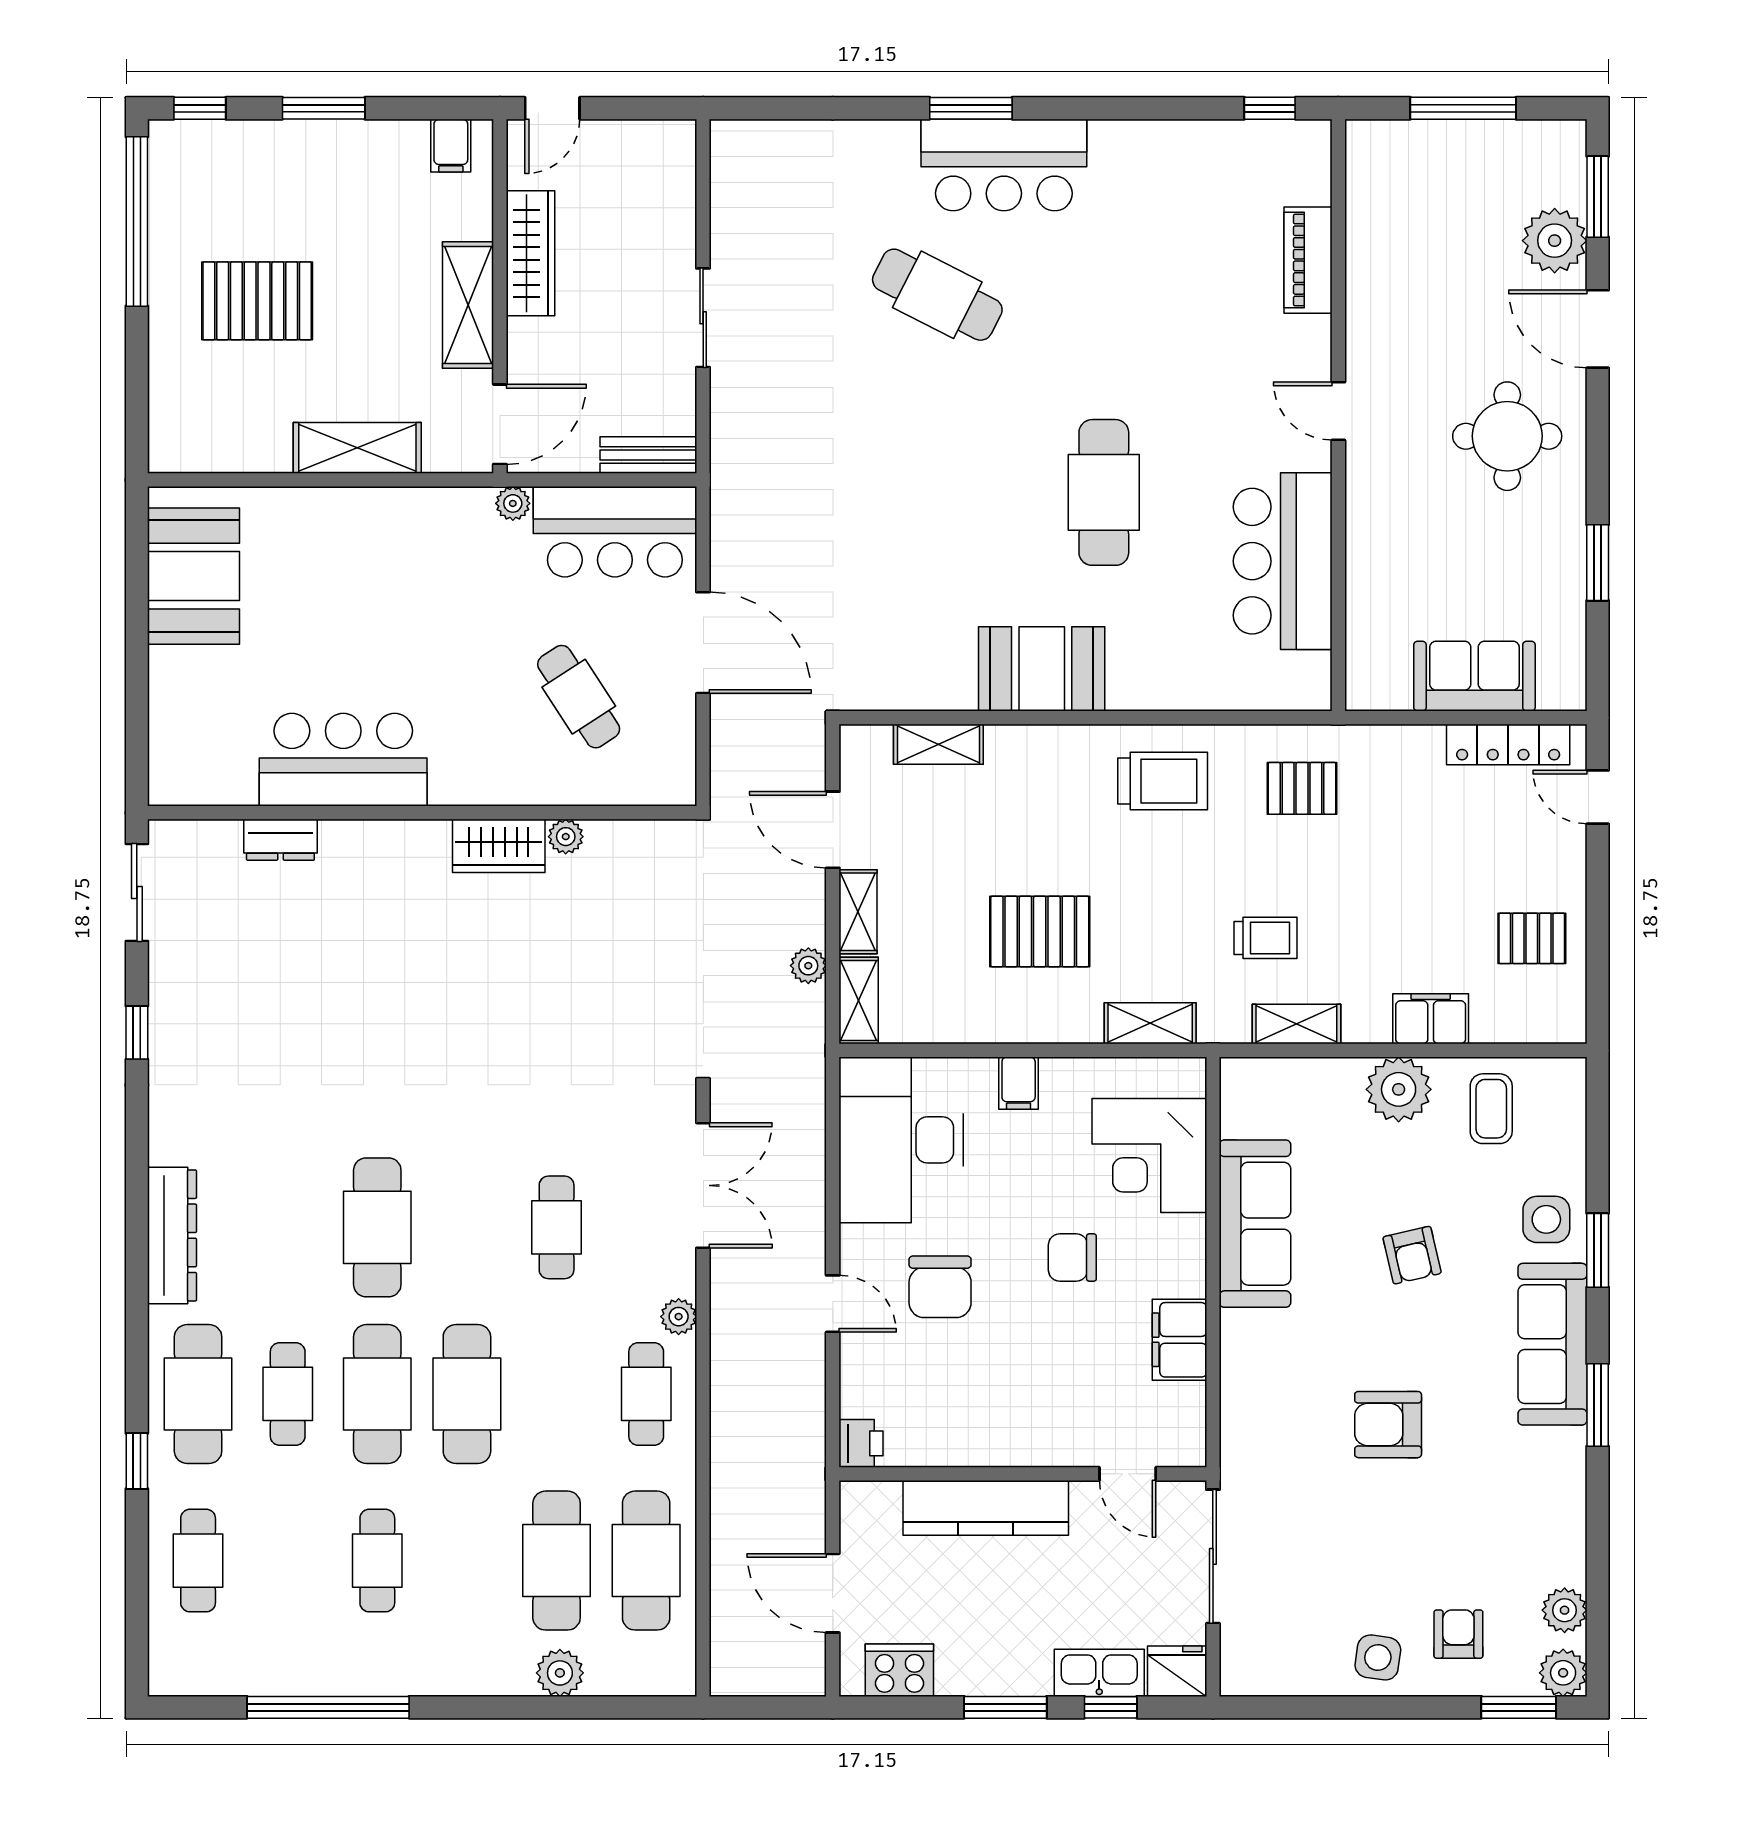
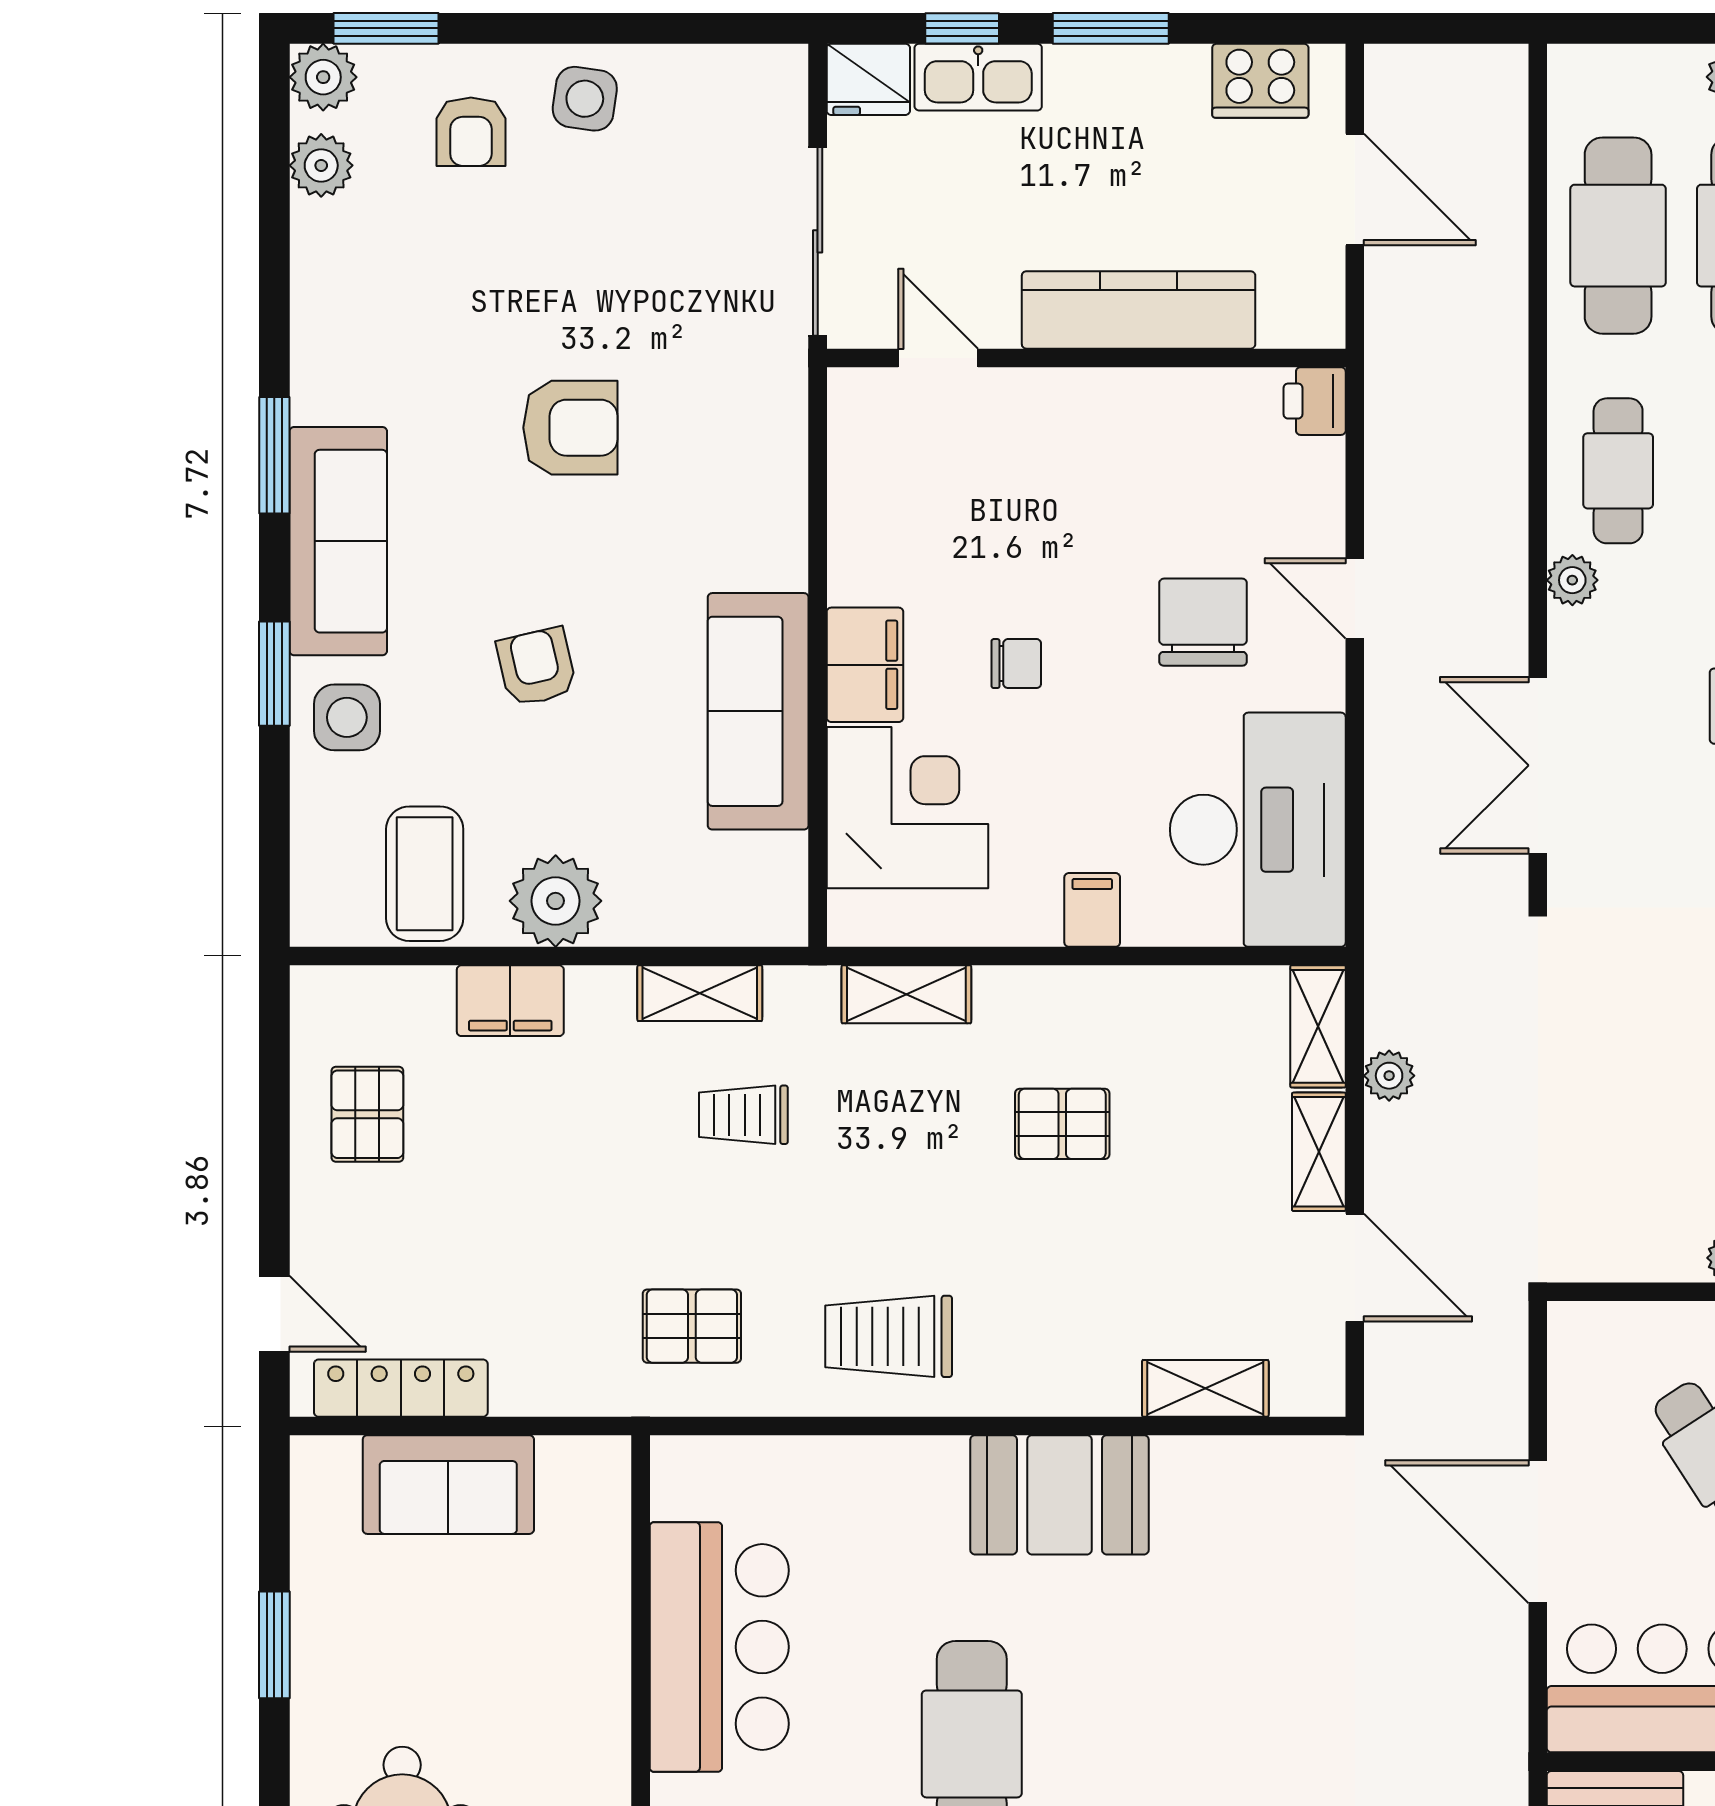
pallet: (1040, 932) -> (1062, 1124), width x0.67, depth x0.71
pallet: (1532, 938) -> (367, 1114), turned 90
coffee table: (1491, 1109) -> (425, 874), width x1.36, depth x1.30
chair: (1072, 1257) -> (1016, 664), width x0.73, depth x0.73
filing cabinet: (1179, 1340) -> (865, 665), moved

